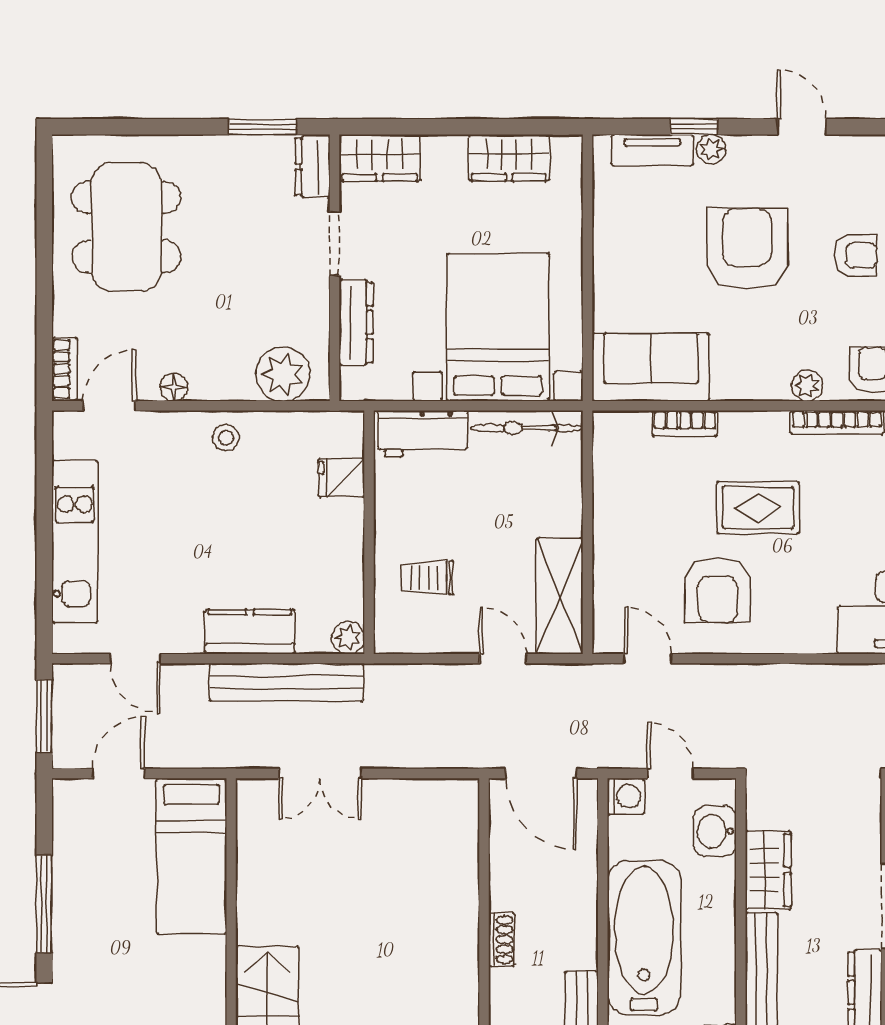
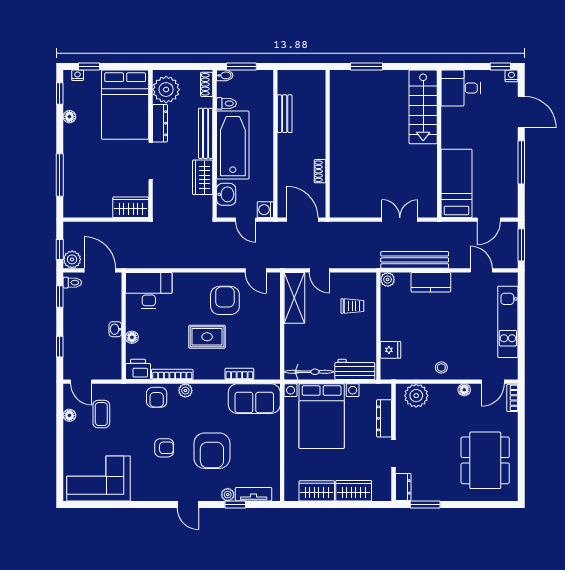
wardrobe: (380, 158) -> (354, 491), moved
armchair: (855, 256) -> (164, 448), turned 180
bathtub: (644, 938) -> (233, 145), moved, turned 180
shoe rack: (502, 940) -> (320, 171), moved

